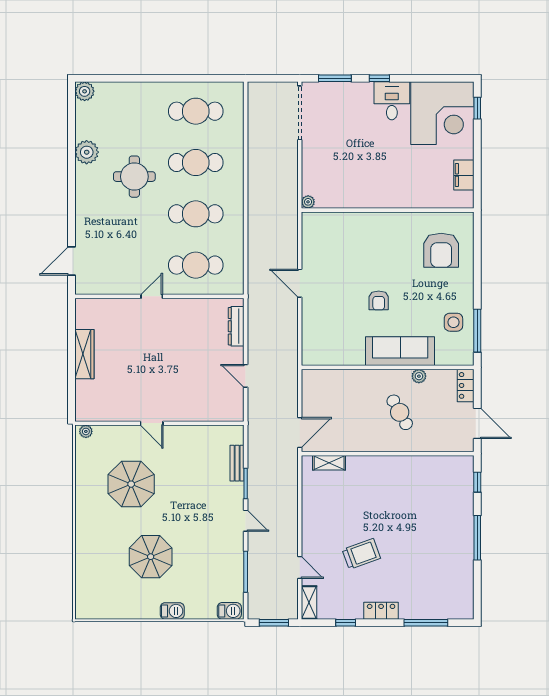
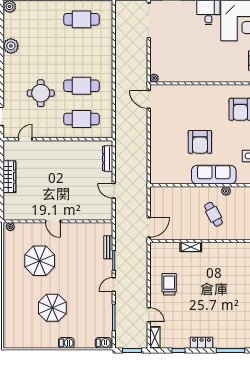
cafe table: (196, 163) -> (81, 53), removed
round table: (134, 177) -> (41, 93), moved
door: (300, 283) -> (149, 99), moved
door: (152, 296) -> (25, 139), moved
armchair: (379, 300) -> (200, 142), width x1.88, depth x1.88
shelving: (329, 463) -> (191, 247), moved
door: (246, 521) -> (114, 285), swing flipped
trolley: (361, 554) -> (169, 284), moved, turned -70

